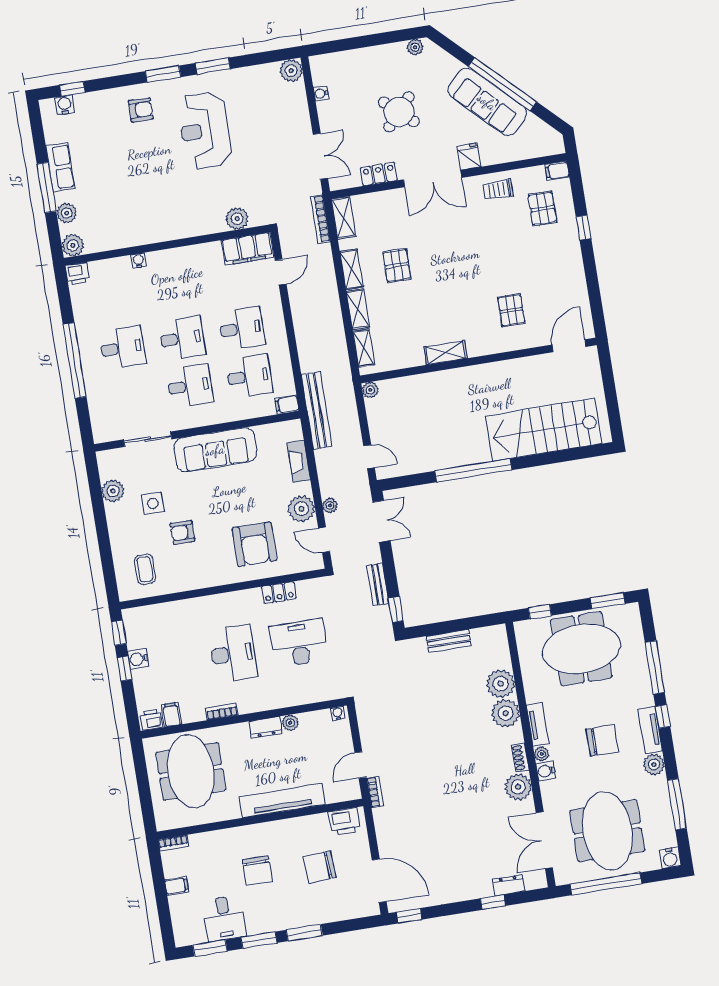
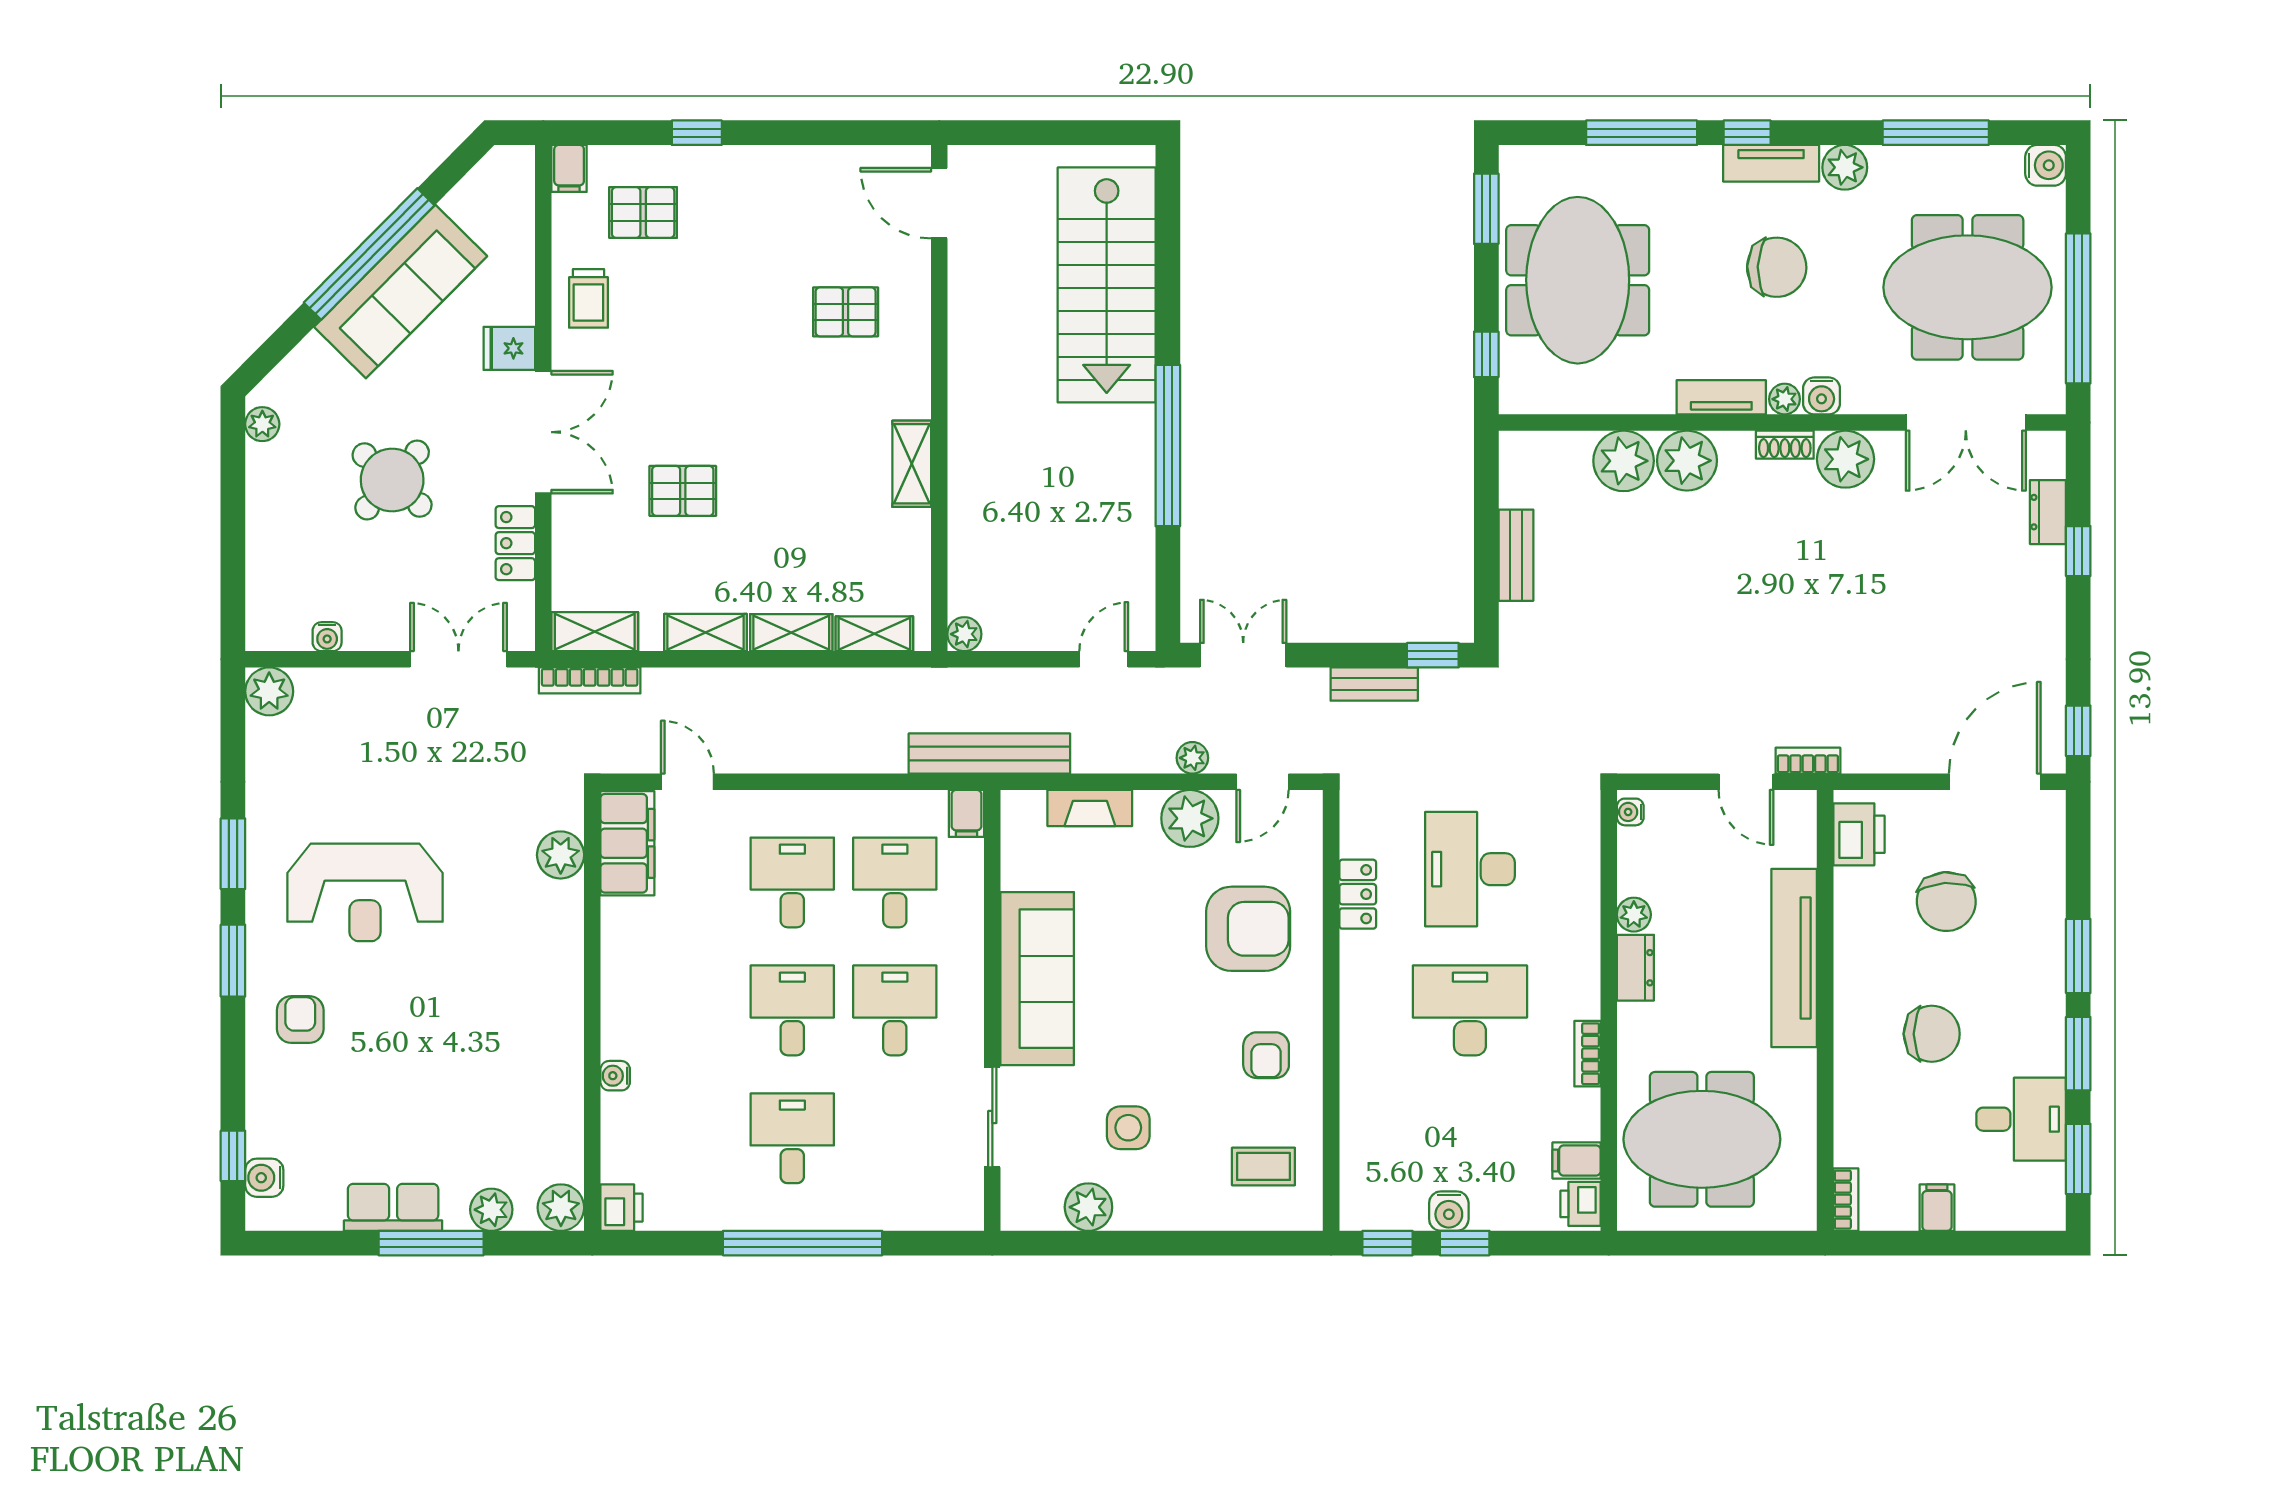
pallet: (397, 265) -> (683, 491), moved
armchair: (183, 532) -> (1266, 1055), moved
chair: (602, 740) -> (1777, 267), turned 92

